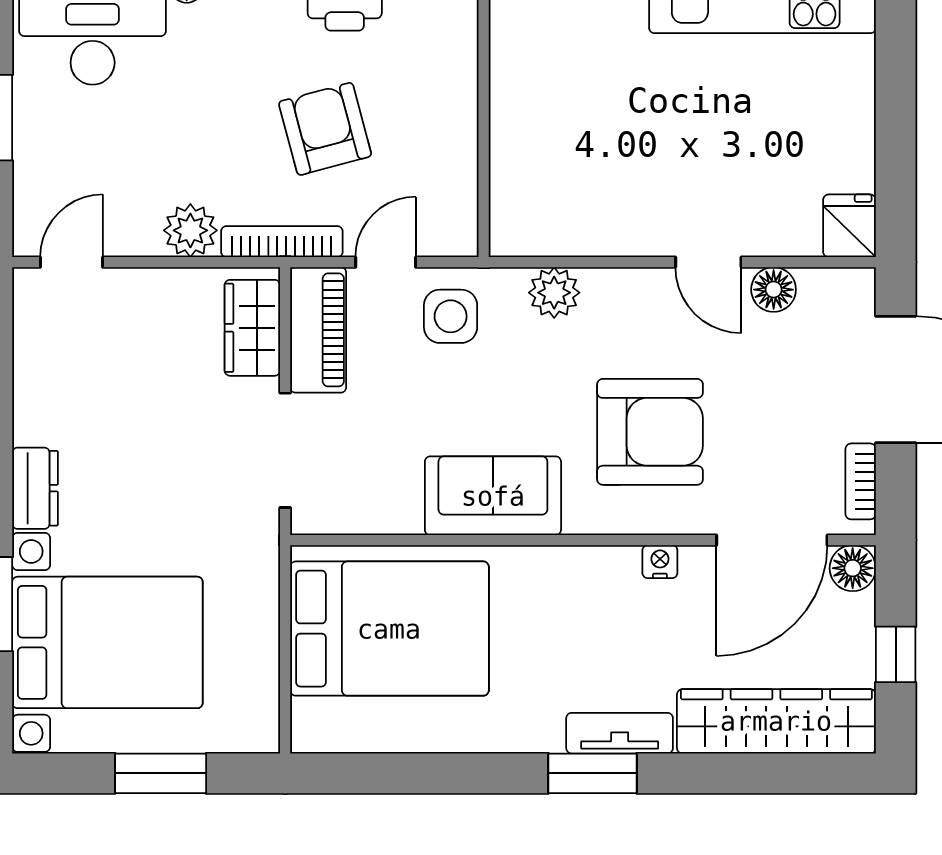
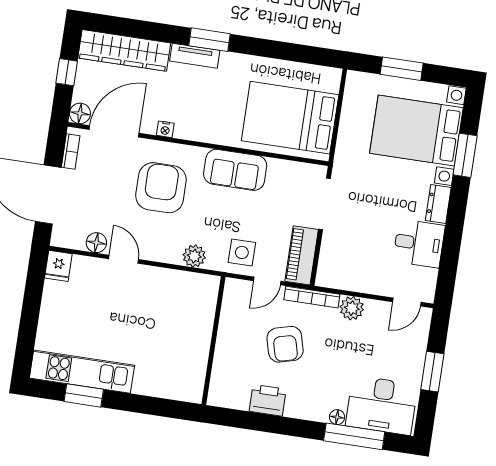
wardrobe: (252, 328) -> (331, 261), removed
desk: (64, 395) -> (419, 243), added
armchair: (650, 432) -> (161, 188), turned 90

